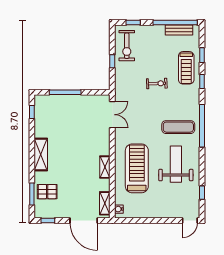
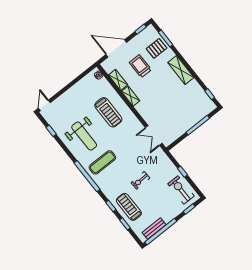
treadmill: (137, 168) -> (108, 112), width x0.73, depth x0.73
trolley: (75, 187) -> (140, 66), added
shelving: (105, 203) -> (118, 80), moved

